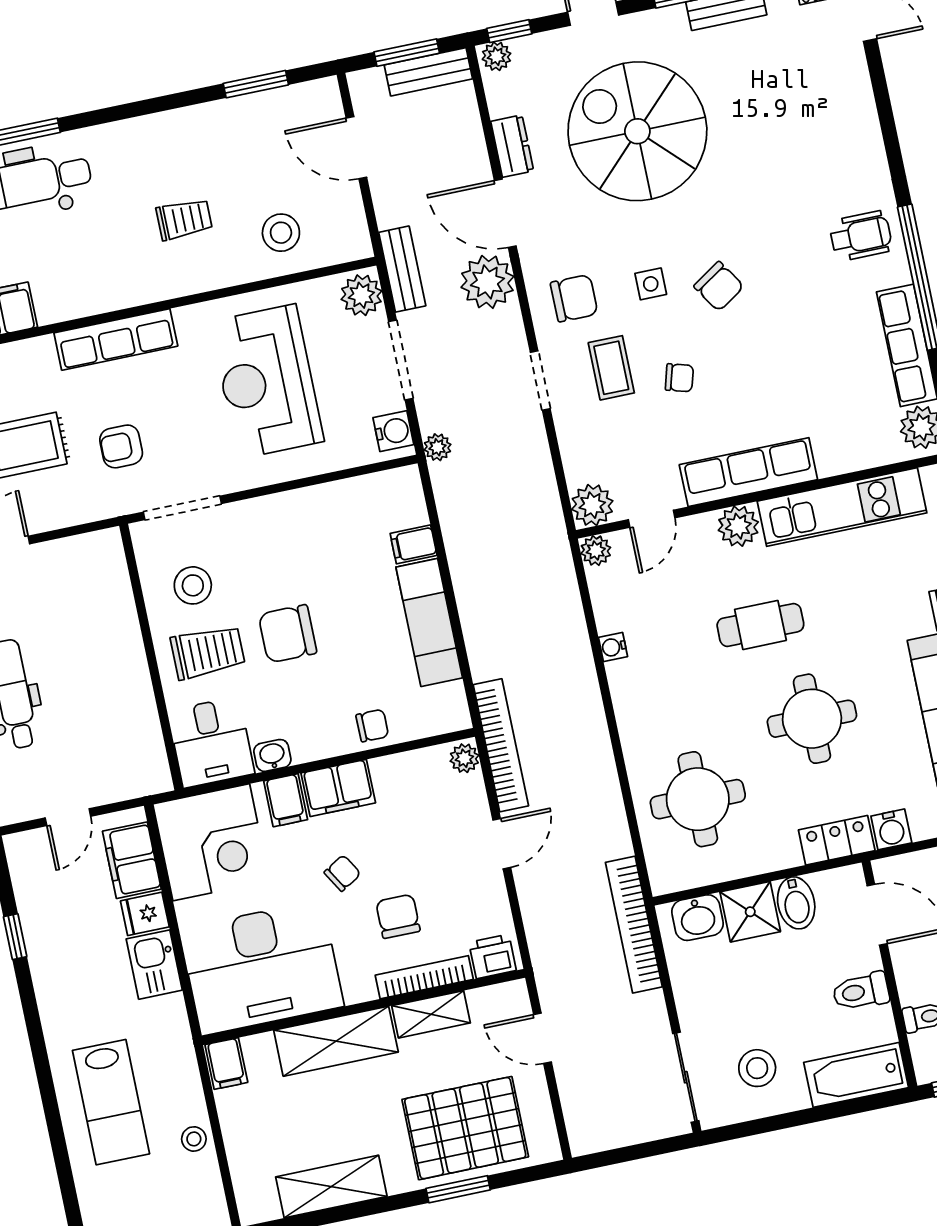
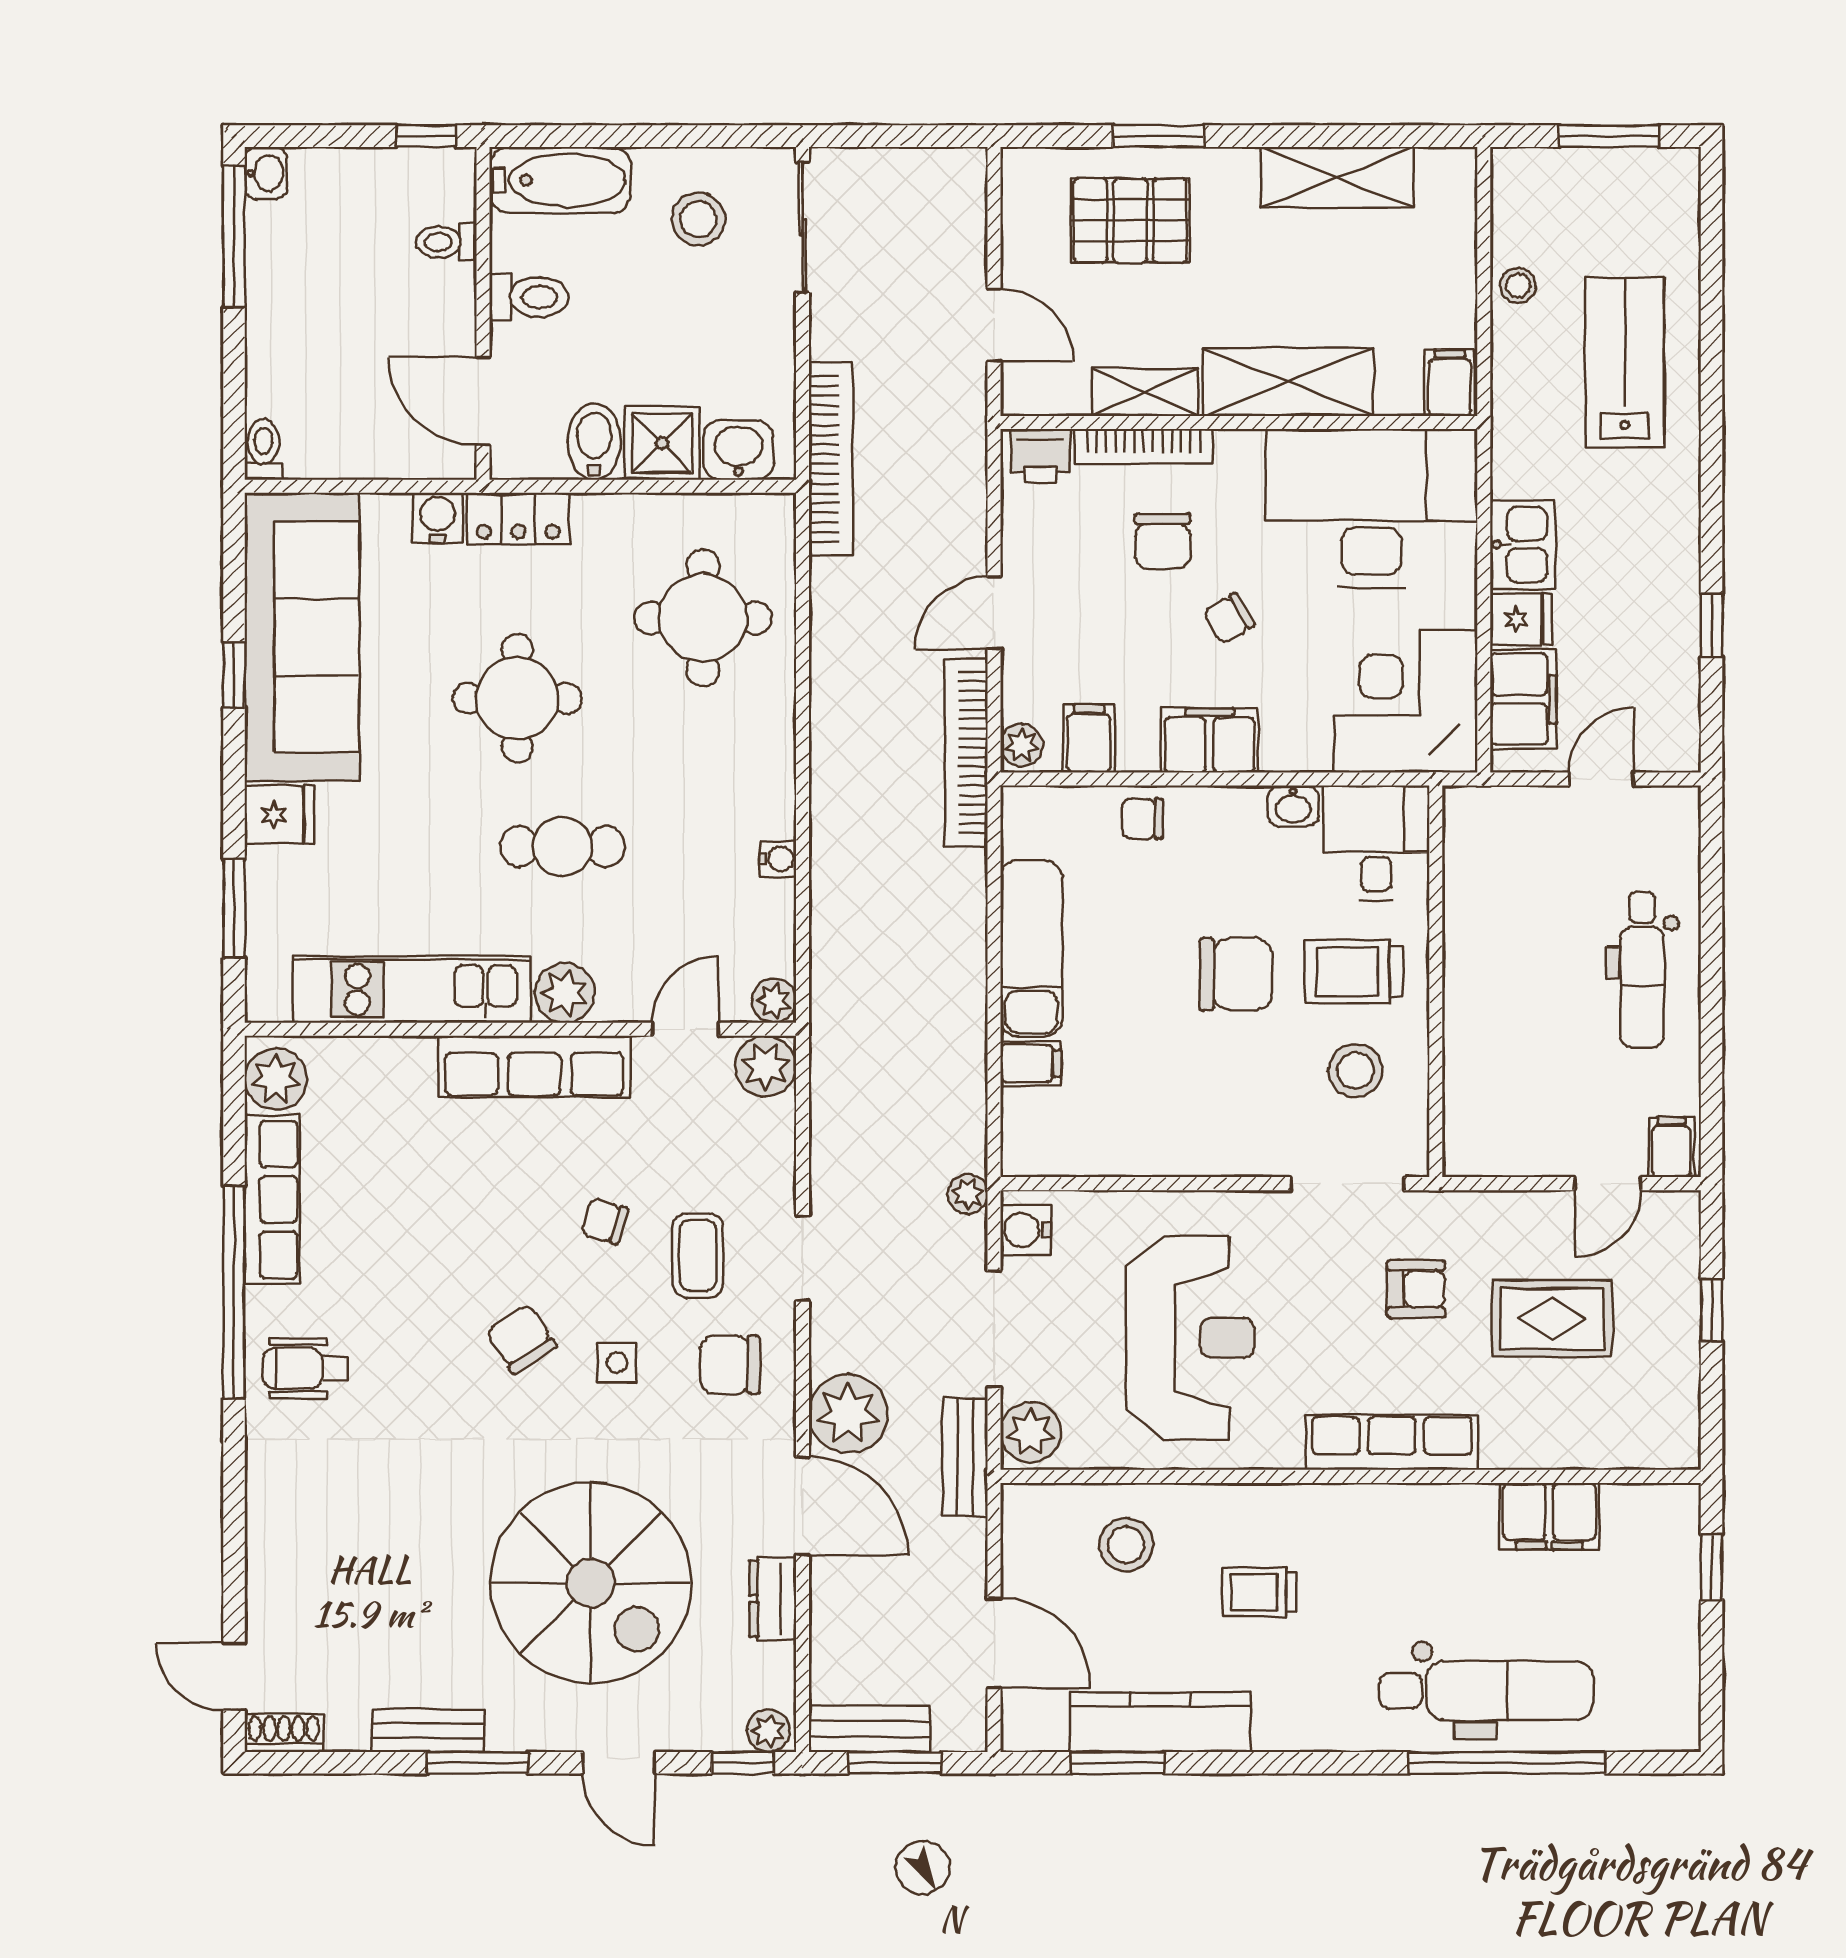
kitchen counter: (233, 118) -> (1160, 1722), added
filing cabinet: (286, 800) -> (1089, 739), moved
pallet: (465, 1128) -> (1130, 221), width x0.73, depth x0.71

